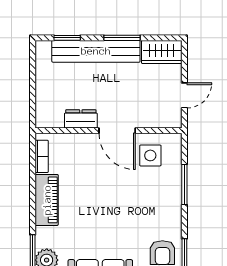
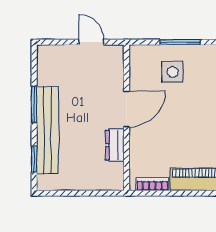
wardrobe: (162, 52) -> (48, 65), removed
side table: (150, 155) -> (173, 72), moved

